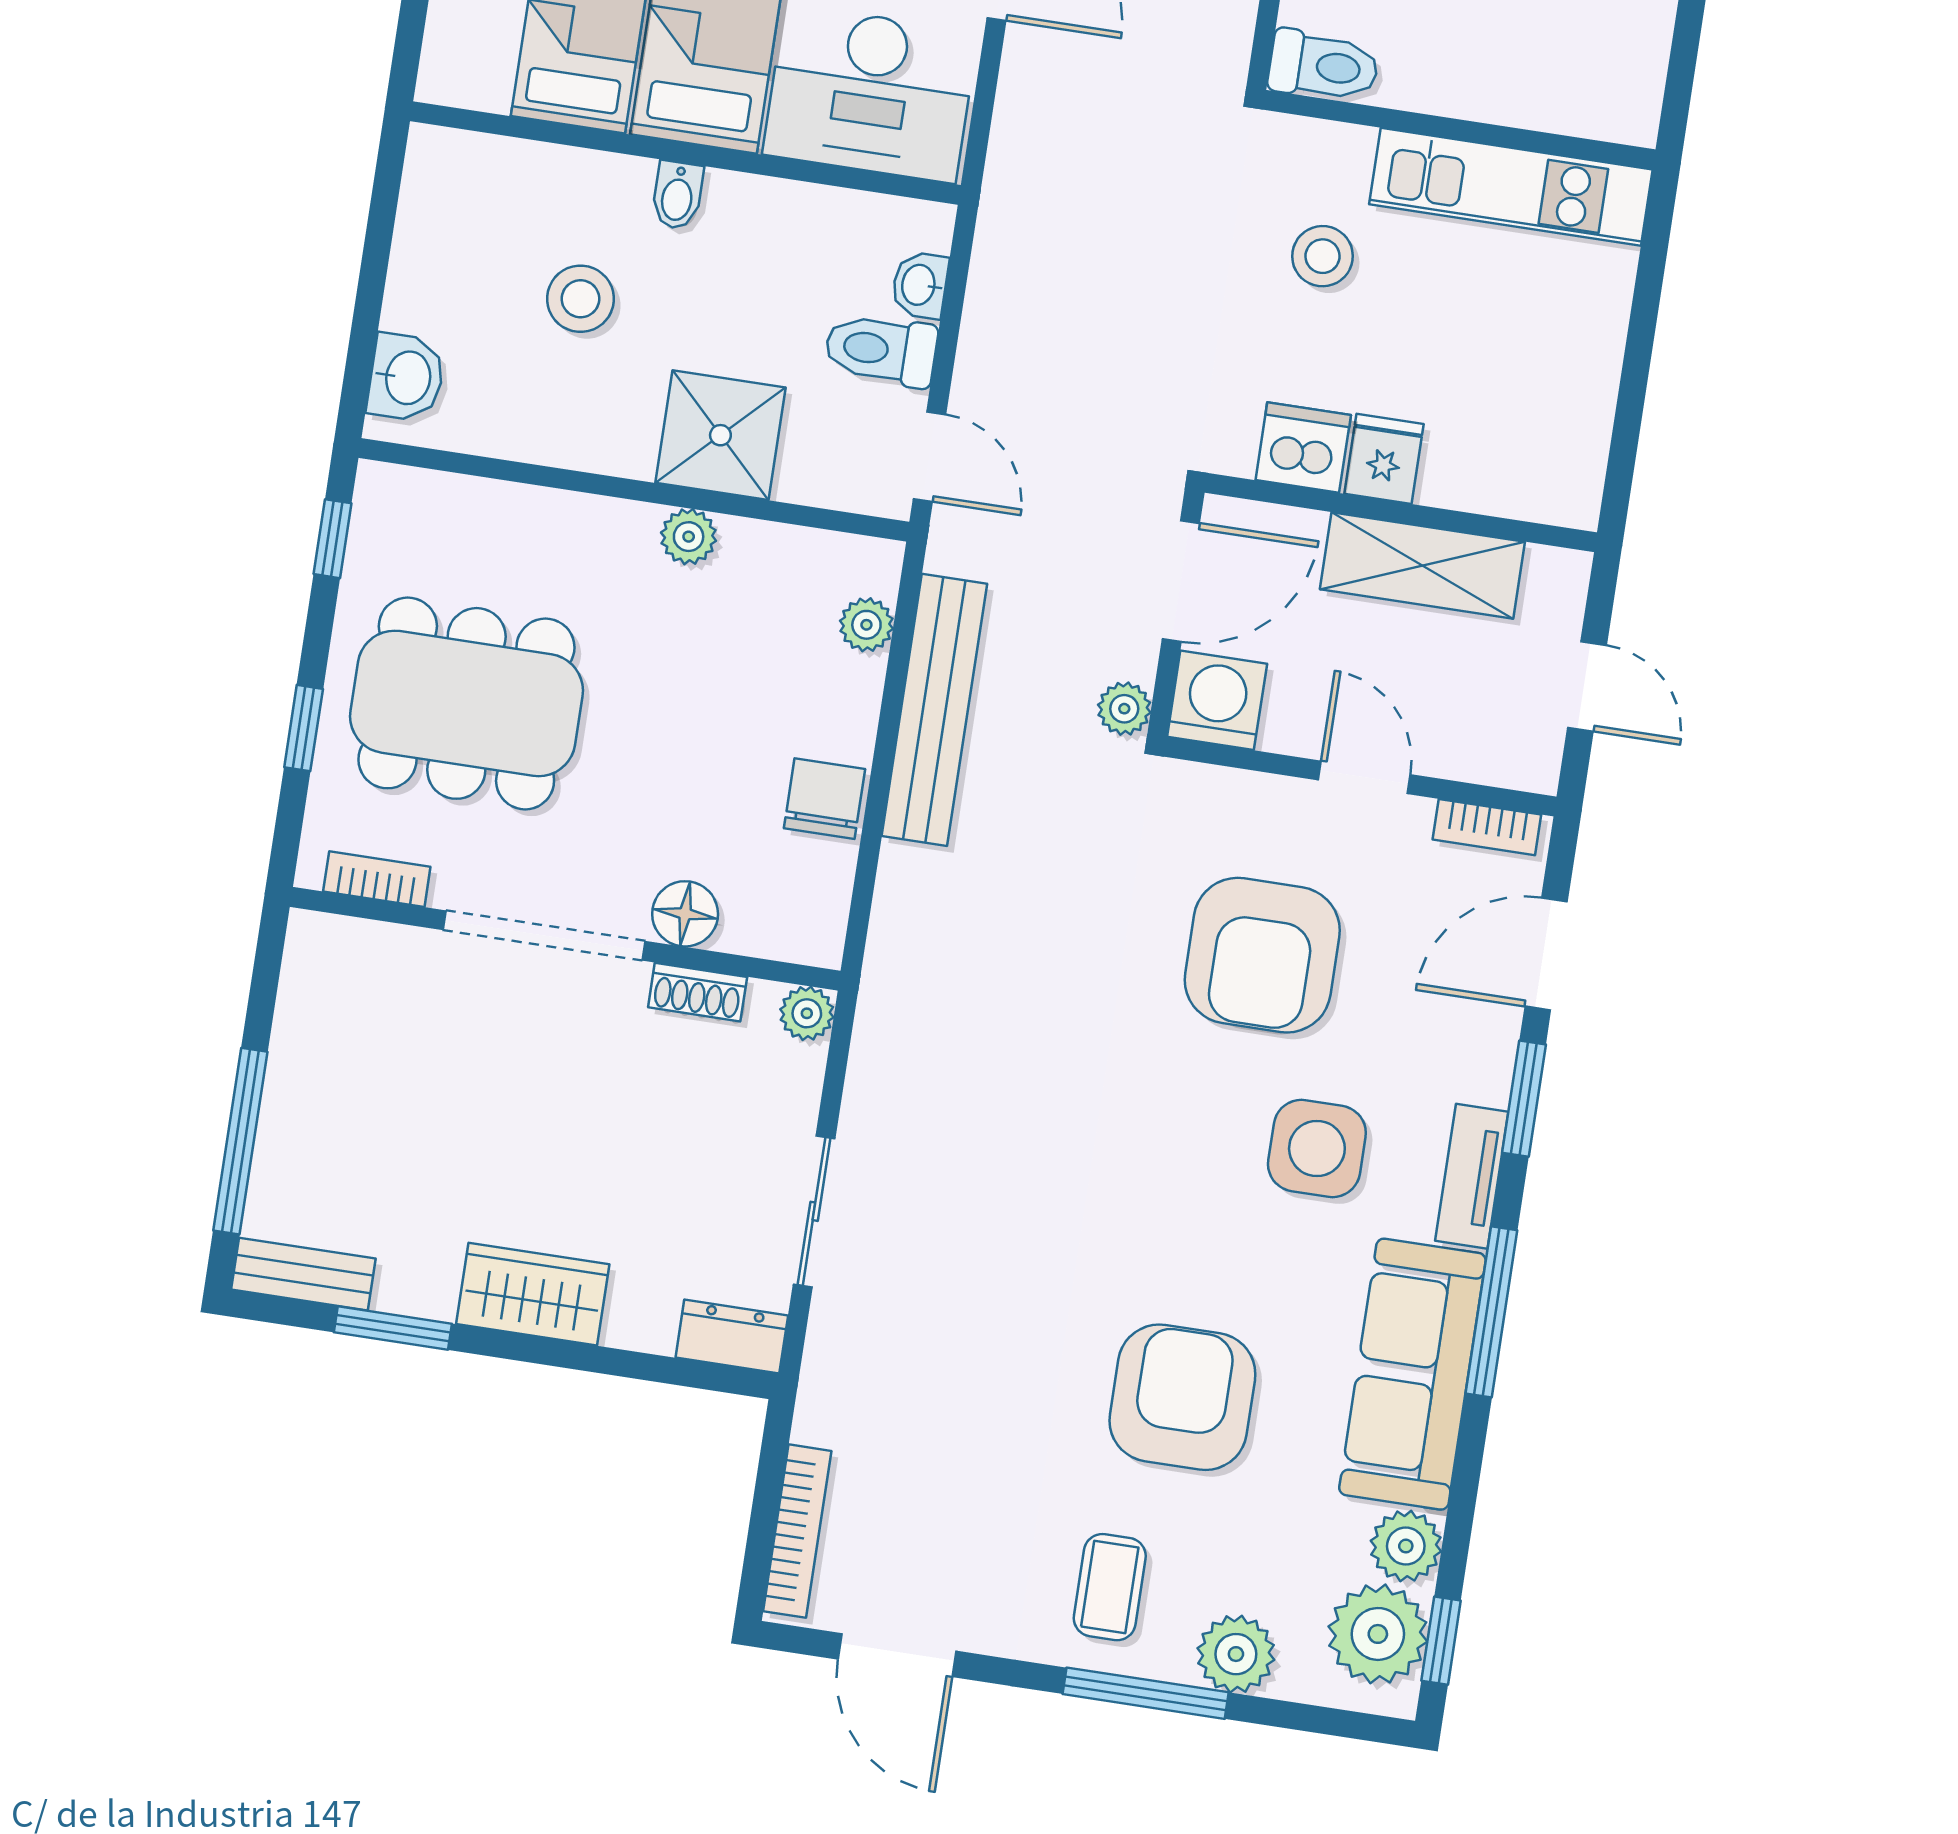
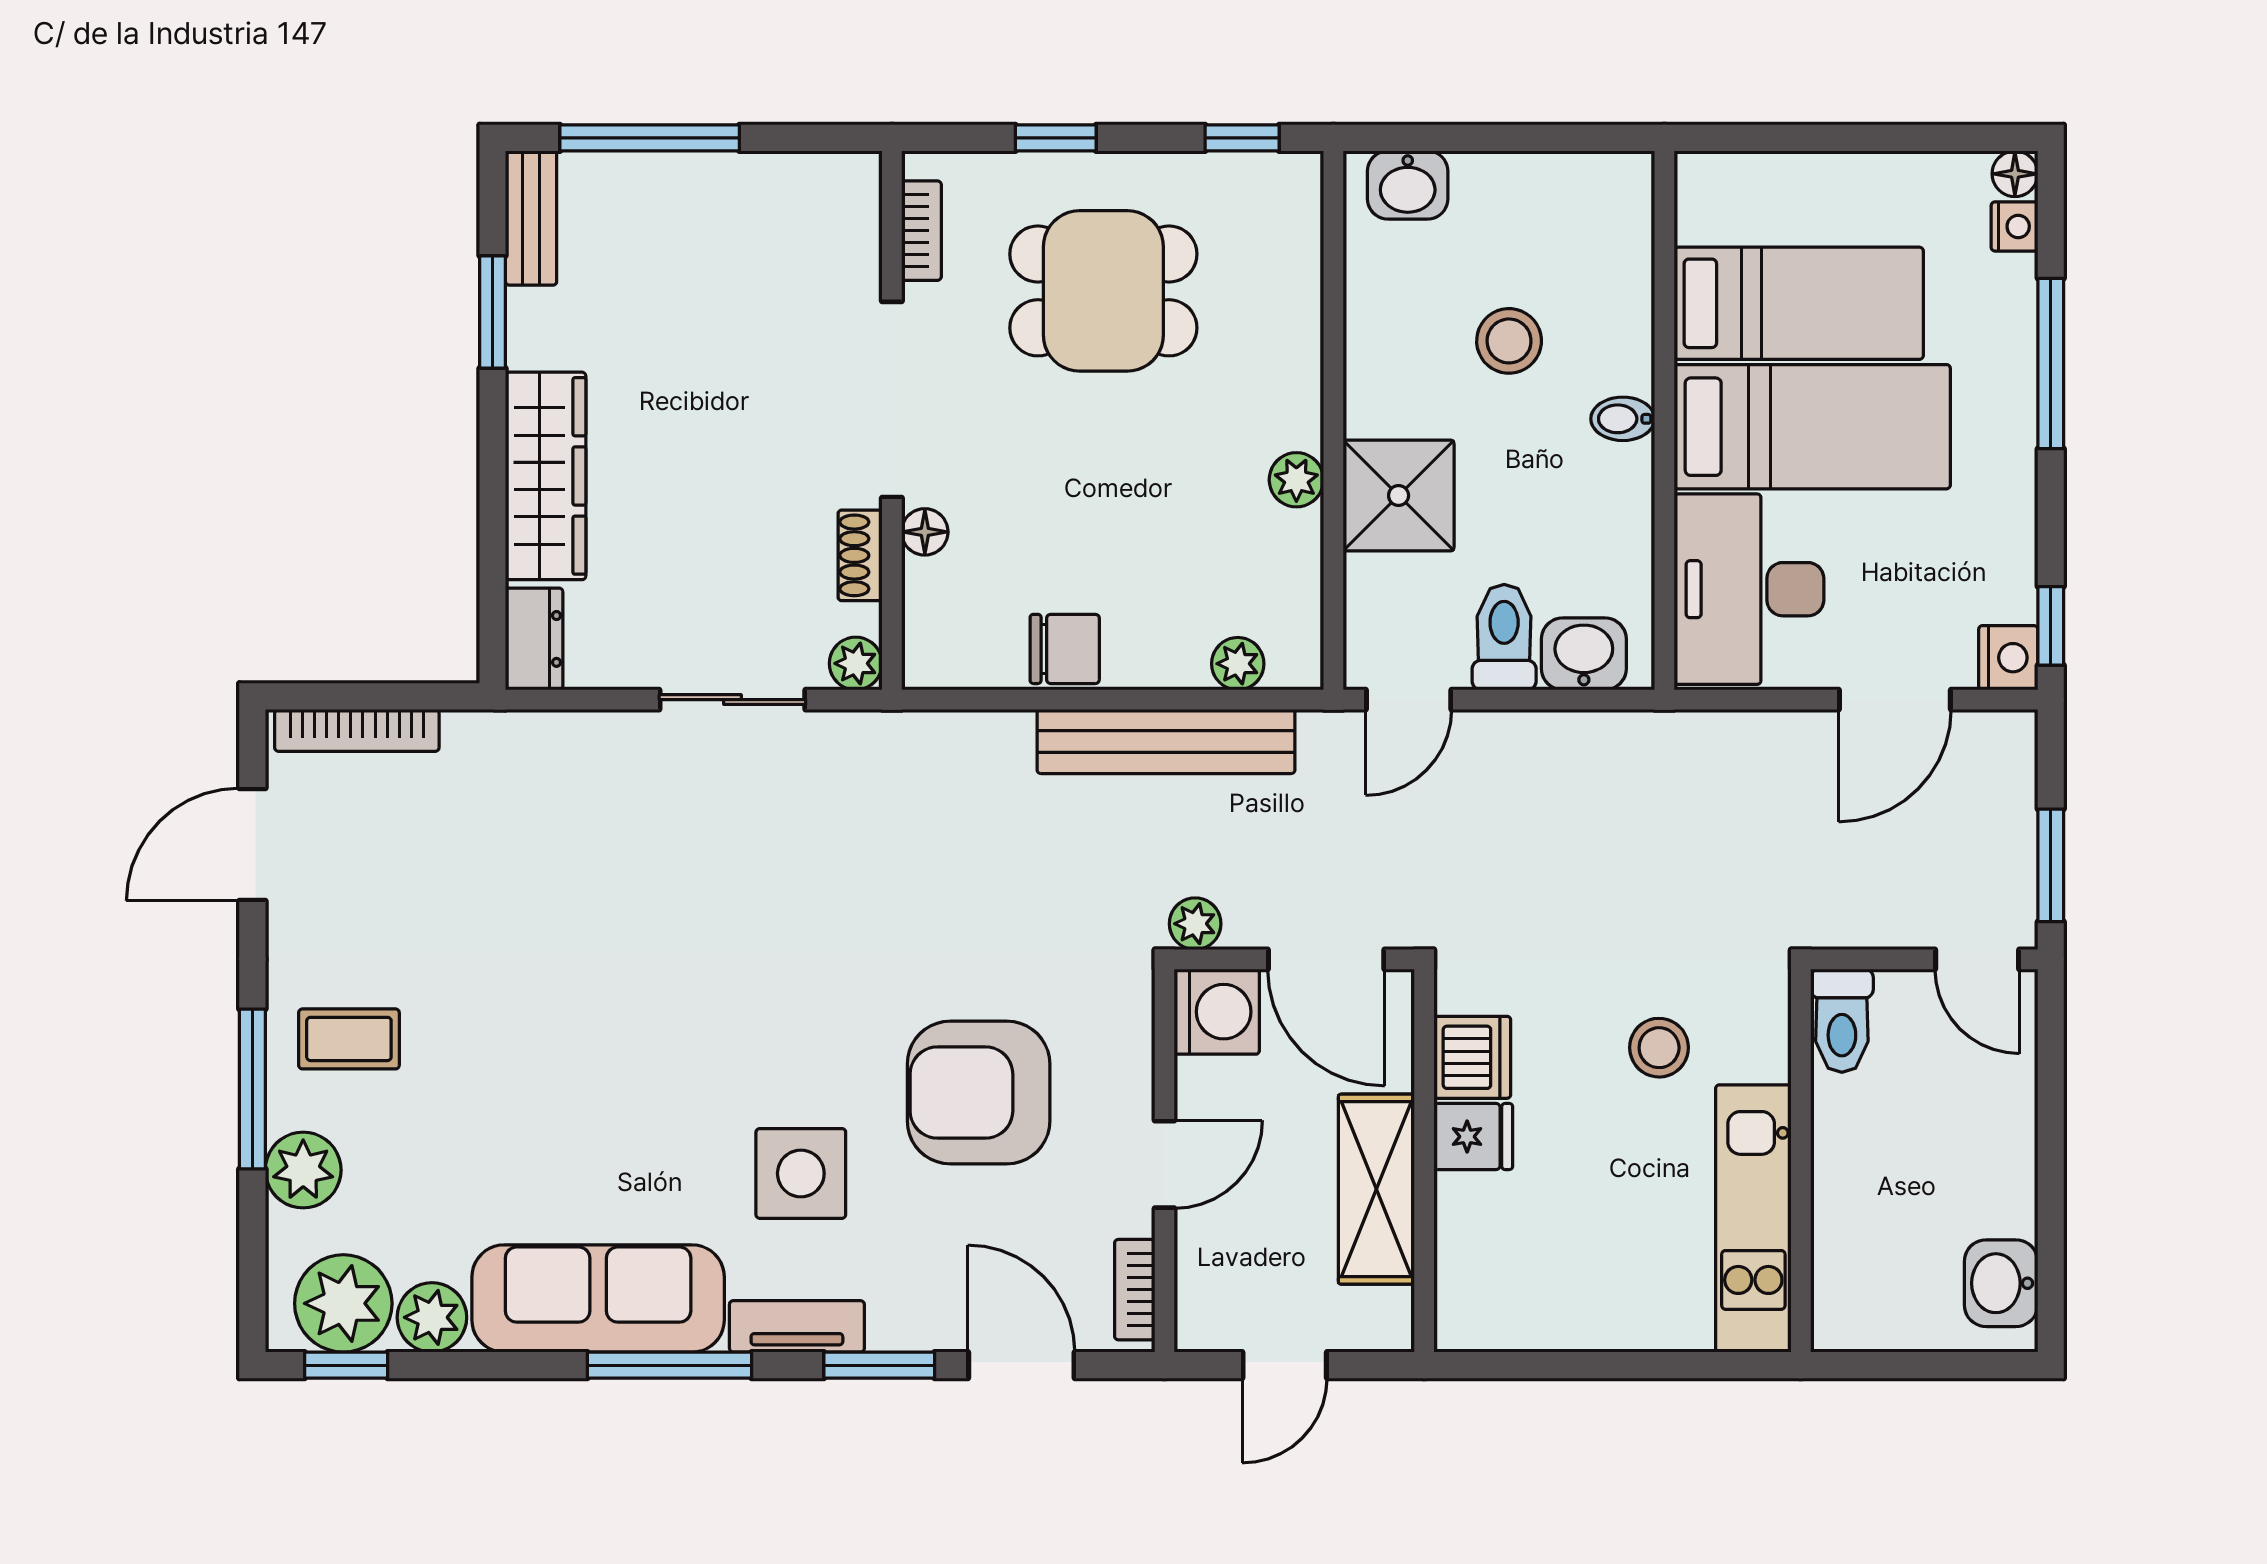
washbasin: (920, 285) -> (1584, 654), width x1.38, depth x1.45
dining table: (466, 703) -> (1103, 291), width x0.73
floor lamp: (685, 914) -> (925, 532), width x0.73, depth x0.73
sliding door: (814, 1211) -> (732, 700), moved
wardrobe: (533, 1294) -> (546, 476), width x1.50
armchair: (1182, 1397) -> (542, 1081), removed

